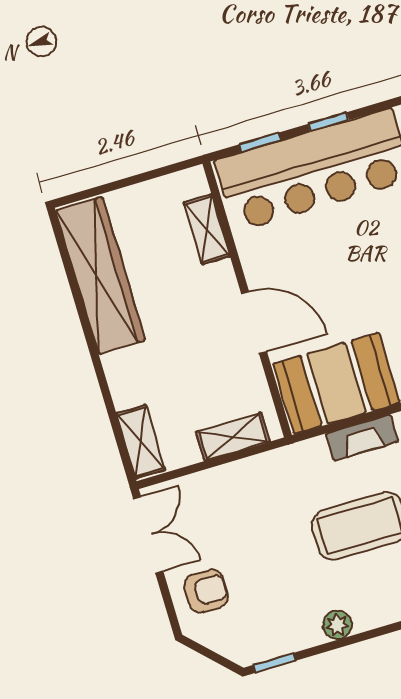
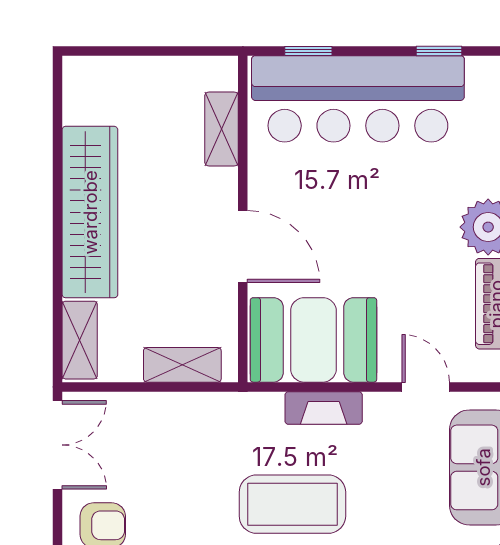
window: (328, 122) -> (439, 51), moved
wardrobe: (100, 275) -> (90, 212), moved

